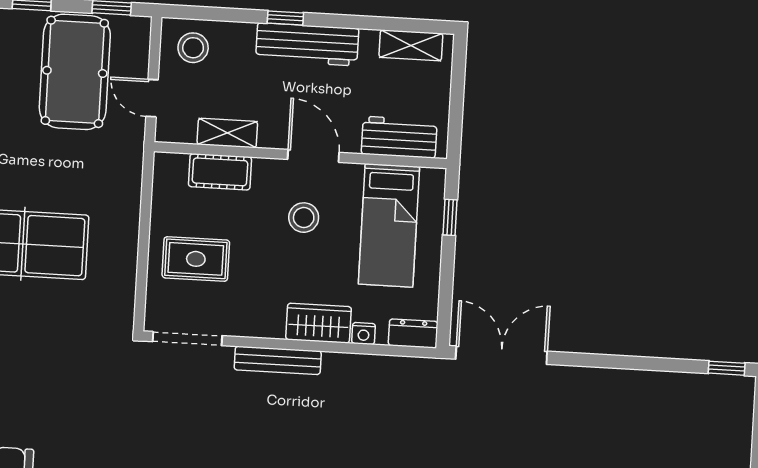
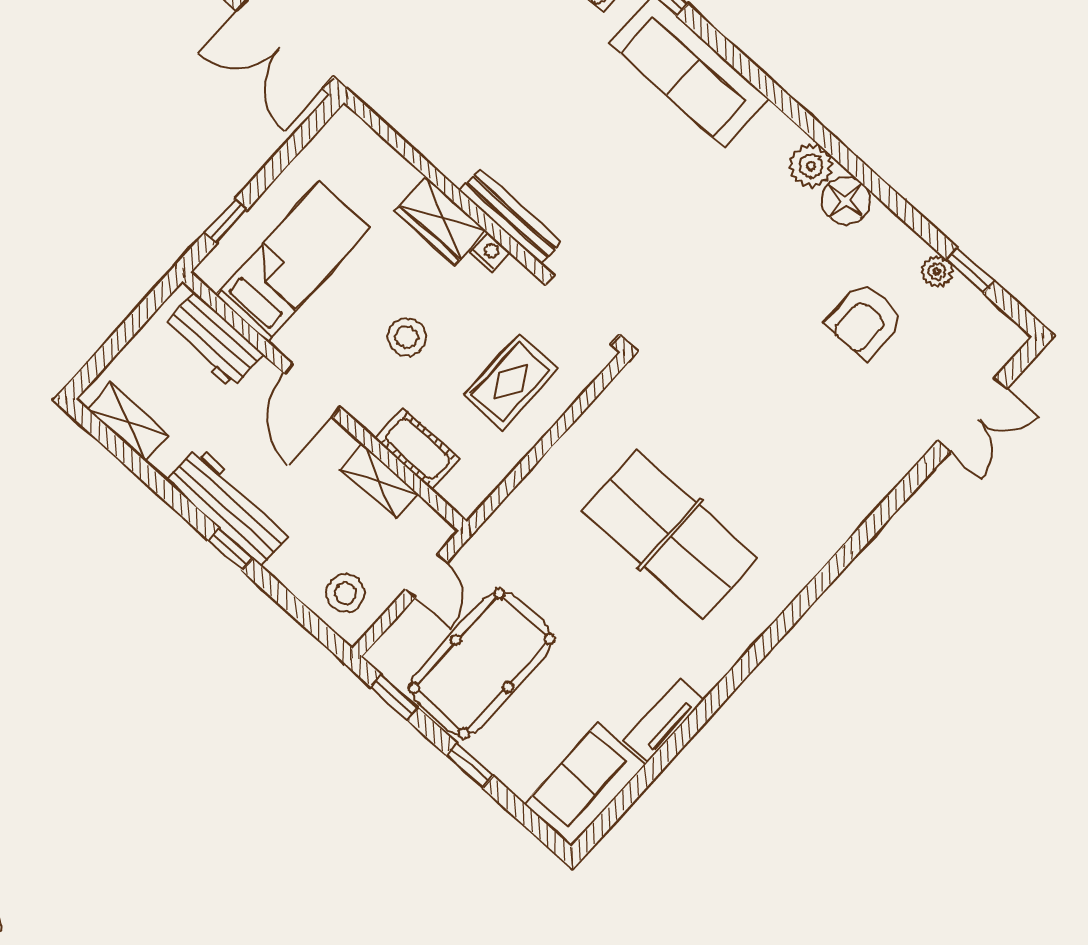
stool: (304, 218) -> (407, 337), moved
rug: (196, 259) -> (511, 382), turned 90
nightstand: (364, 333) -> (490, 252), moved
dresser: (413, 333) -> (355, 135), removed

